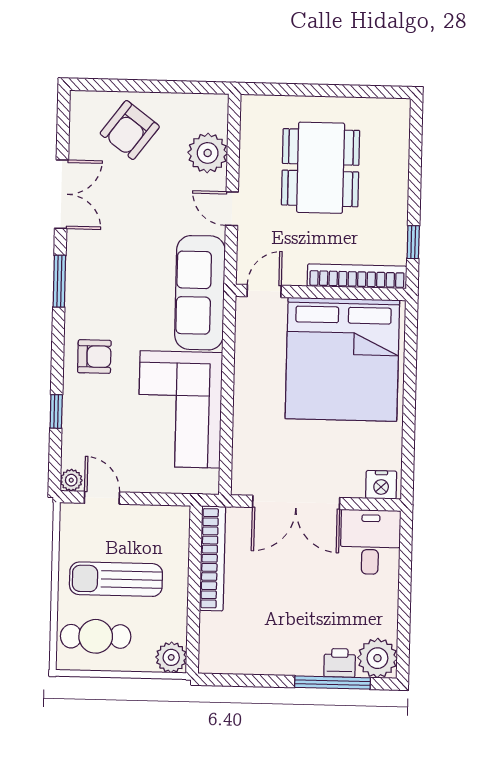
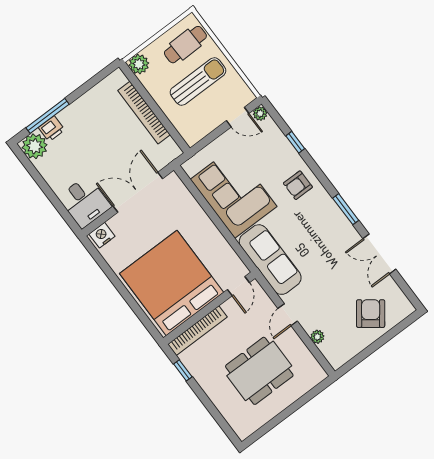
plant: (208, 153) -> (317, 337), width x0.53, depth x0.53
dining table: (321, 168) -> (259, 371), turned 90
door: (232, 209) -> (288, 315), swing flipped
bookcase: (212, 558) -> (144, 113), moved

